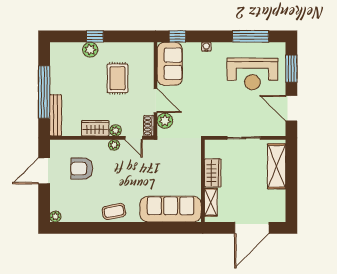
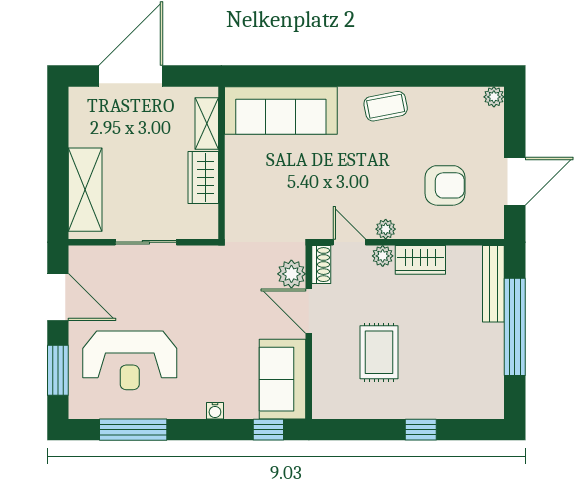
plant: (90, 50) -> (430, 405), removed
reception desk: (252, 74) -> (130, 360), turned 180

